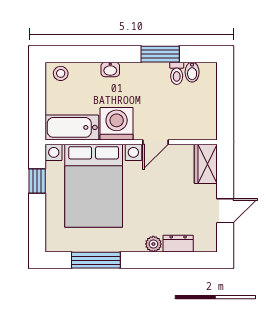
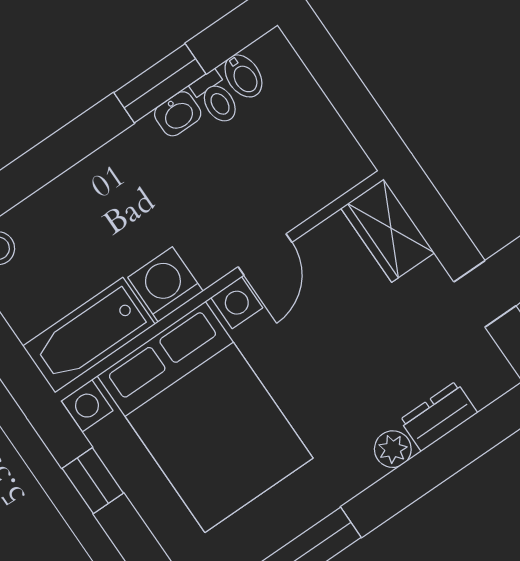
washbasin: (110, 69) -> (178, 114), moved
washing machine: (117, 124) -> (165, 284), width x0.73, depth x0.73

